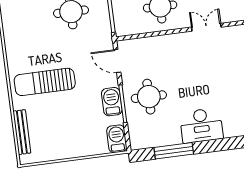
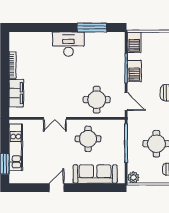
round table: (149, 97) -> (97, 100), moved

